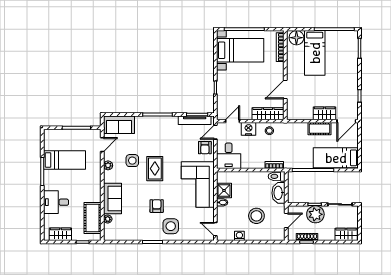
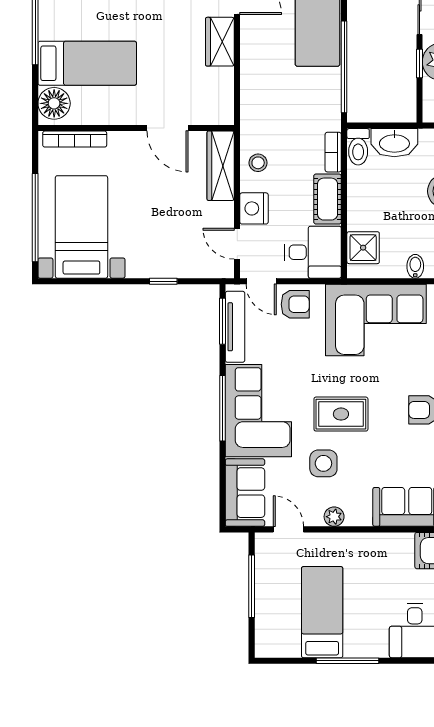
cot: (319, 129) -> (328, 199), moved
corner sofa: (156, 131) -> (258, 411), added
shower: (224, 190) -> (363, 248), moved

